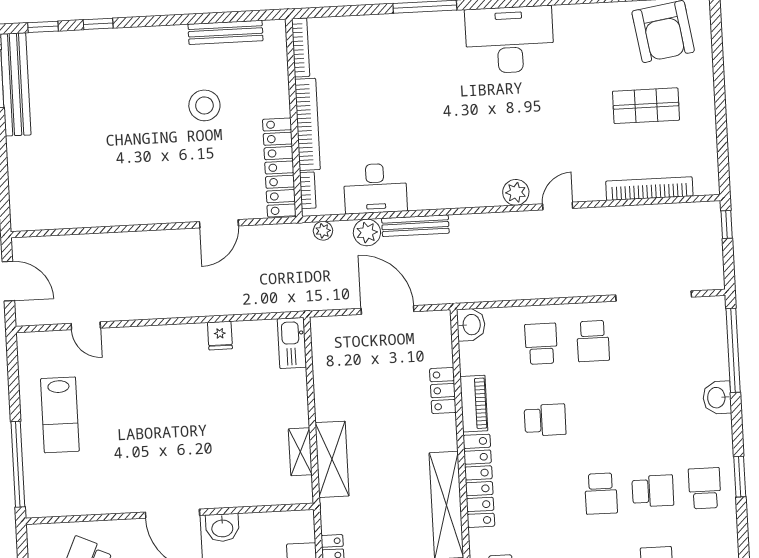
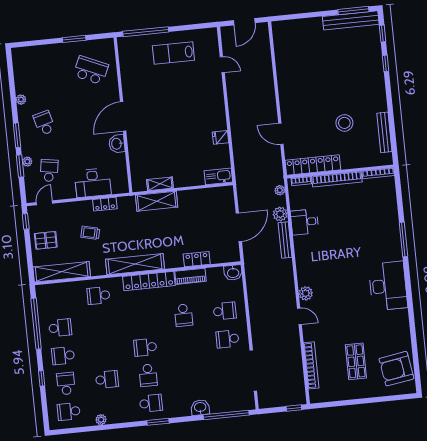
desk: (375, 188) -> (305, 222), width x0.73
door: (86, 326) -> (222, 65), swing flipped

